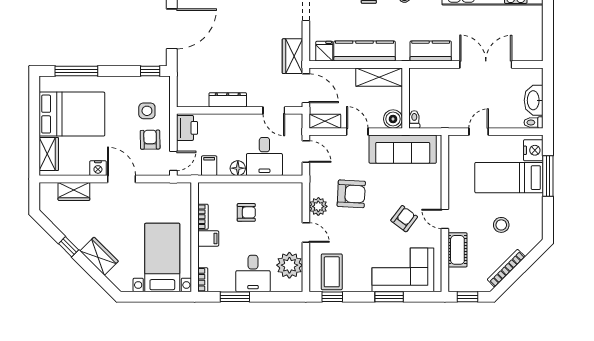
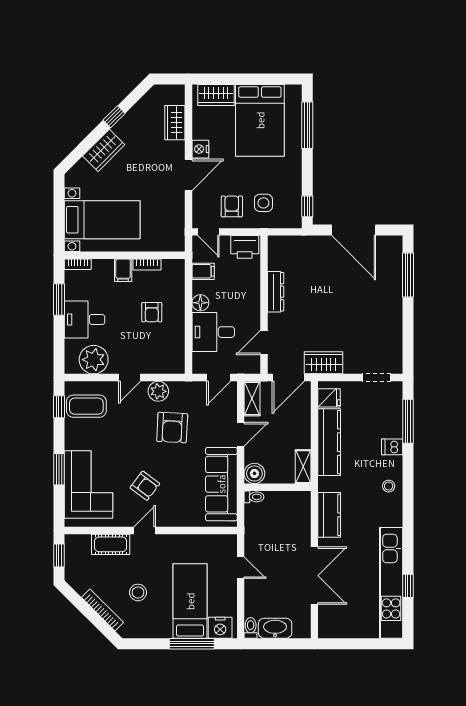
shelving: (379, 77) -> (303, 467), width x0.67, depth x0.75
armchair: (150, 140) -> (232, 206), turned -89
bookcase: (506, 268) -> (102, 610), moved

